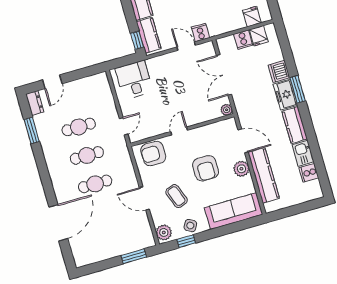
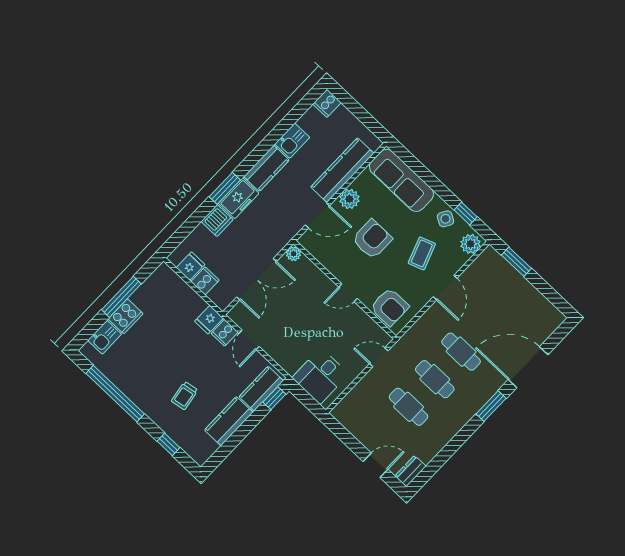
fridge: (252, 17) -> (209, 320), moved
window: (32, 131) -> (491, 406), moved
door: (243, 141) -> (317, 215), swing flipped
cooker: (309, 173) -> (327, 103), moved, turned 90

